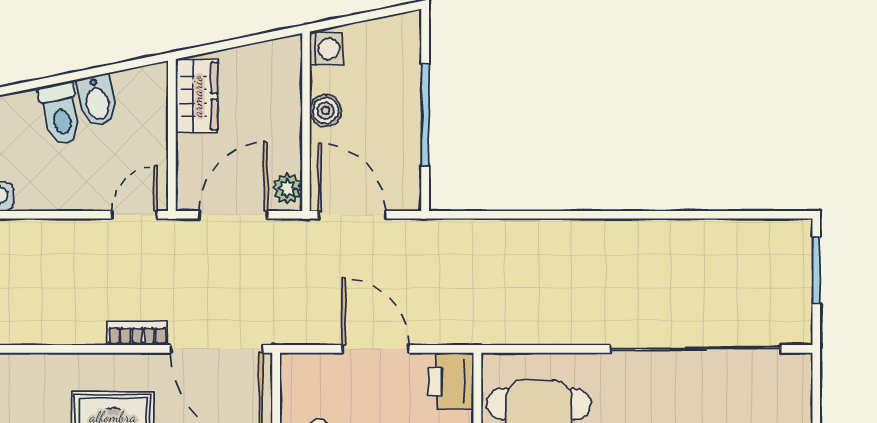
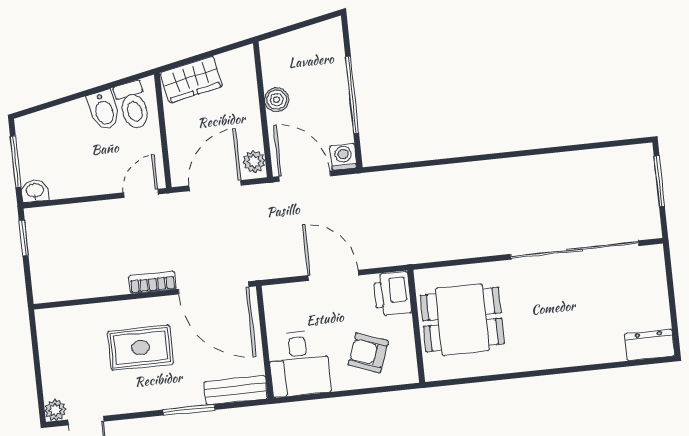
washing machine: (326, 49) -> (343, 157), moved, turned -90
wardrobe: (197, 96) -> (191, 80), moved, turned 78
toilet: (60, 114) -> (133, 105), moved

